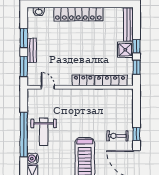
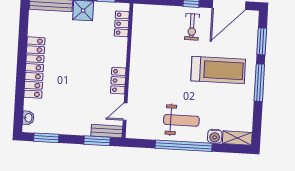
window: (24, 38) -> (46, 138), moved
bench: (32, 50) -> (107, 131), moved
locker: (83, 80) -> (118, 81), moved
locker: (111, 81) -> (122, 24), width x0.66

